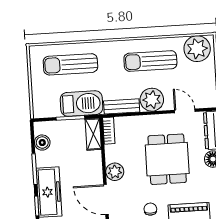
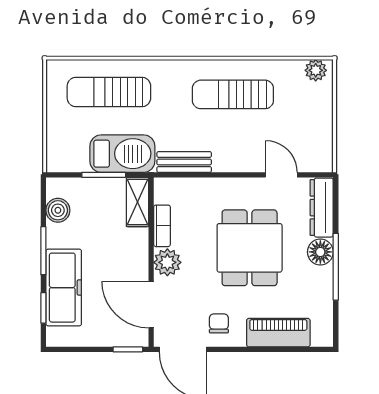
plant: (197, 49) -> (316, 70), width x0.53, depth x0.53
plant: (152, 100) -> (231, 154), removed
bookcase: (109, 131) -> (162, 226), moved

